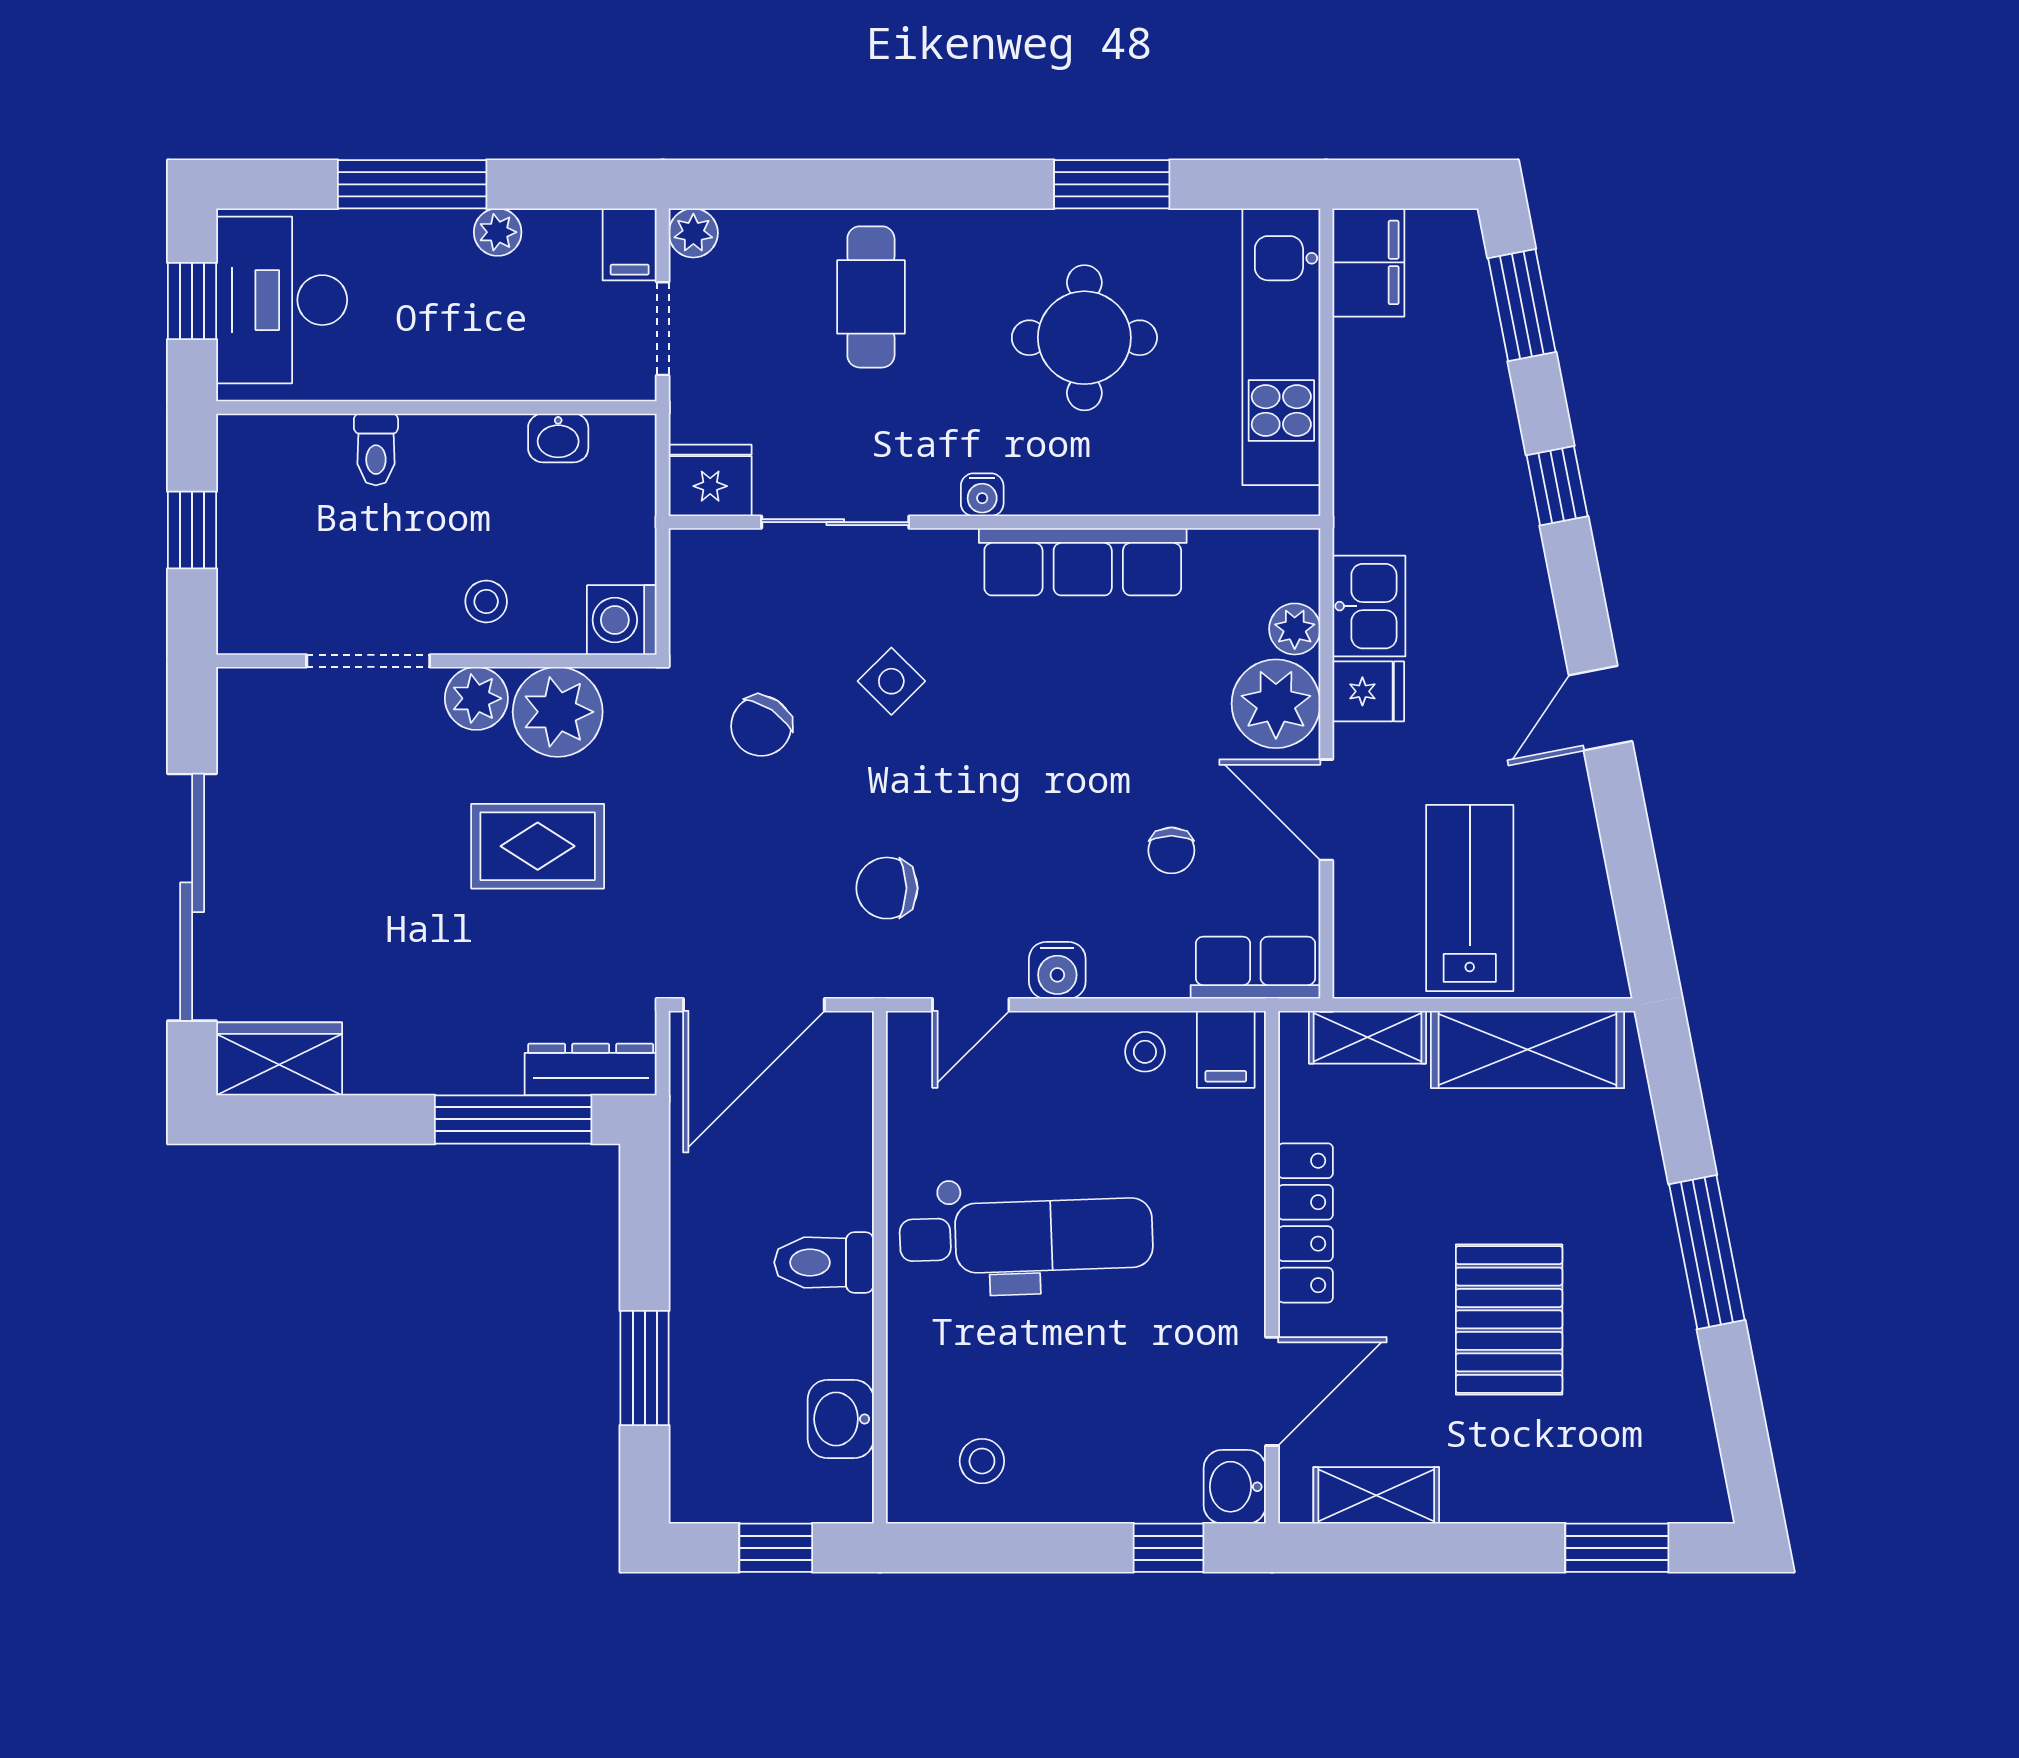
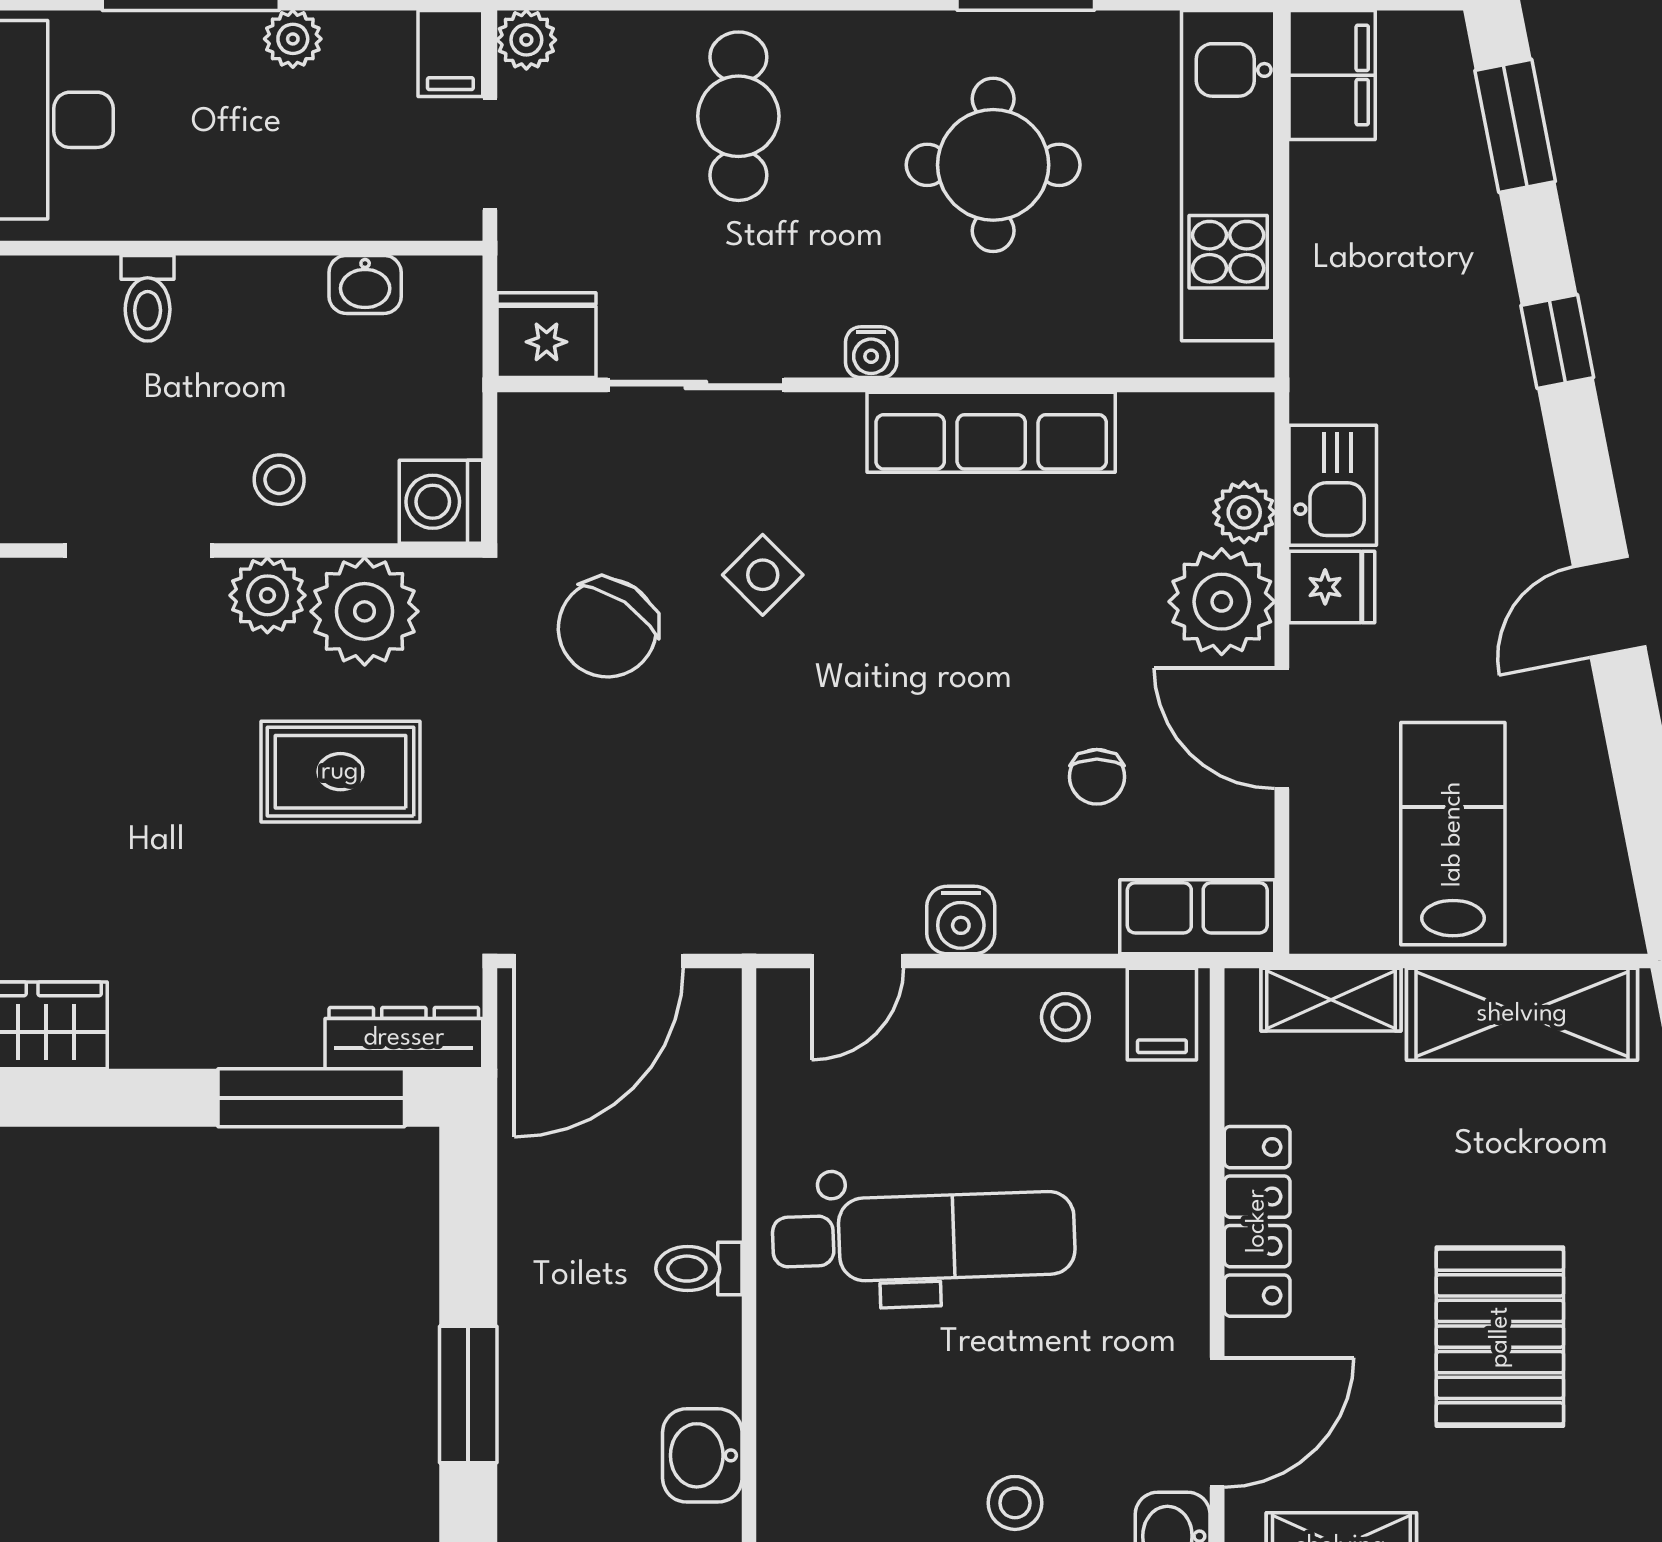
chair: (761, 726) -> (607, 628), width x1.37, depth x1.37
chair: (887, 888) -> (757, 822), removed
toilet: (824, 1262) -> (699, 1269), width x0.73, depth x0.72
stool: (982, 1461) -> (1015, 1503), moved

